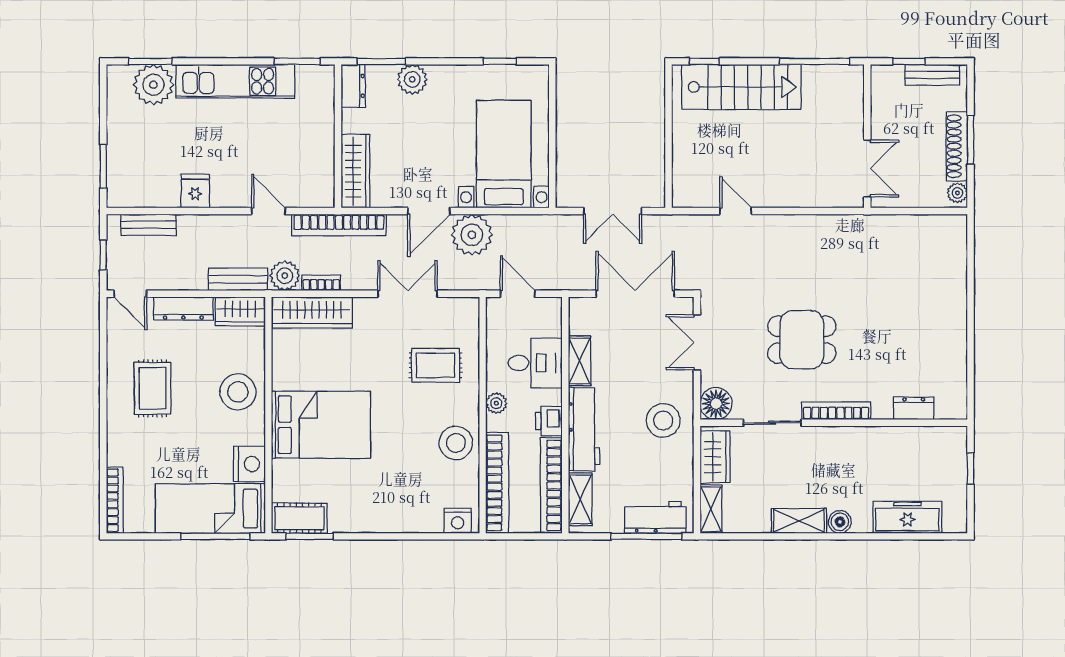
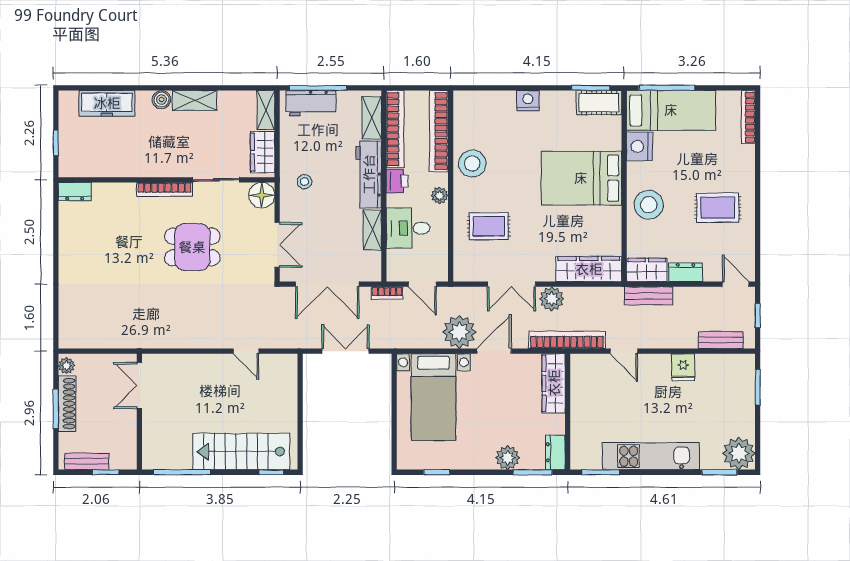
plant: (153, 85) -> (739, 453), moved
plant: (285, 276) -> (552, 299), moved
bookcase: (321, 283) -> (387, 293), moved
dresser: (183, 308) -> (686, 272), width x0.70
rug: (153, 388) -> (718, 208), turned 90
dresser: (914, 408) -> (75, 191), moved
stool: (663, 421) -> (305, 182), width x0.53, depth x0.53
nightstand: (458, 521) -> (528, 100), moved

